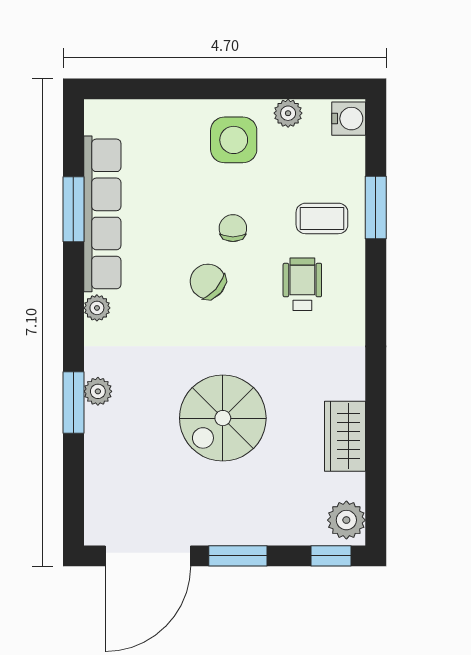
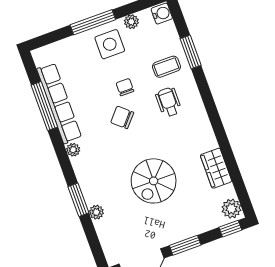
window: (217, 89) -> (93, 22), added
window: (73, 209) -> (44, 106), width x1.44
plant: (98, 391) -> (96, 212), moved

